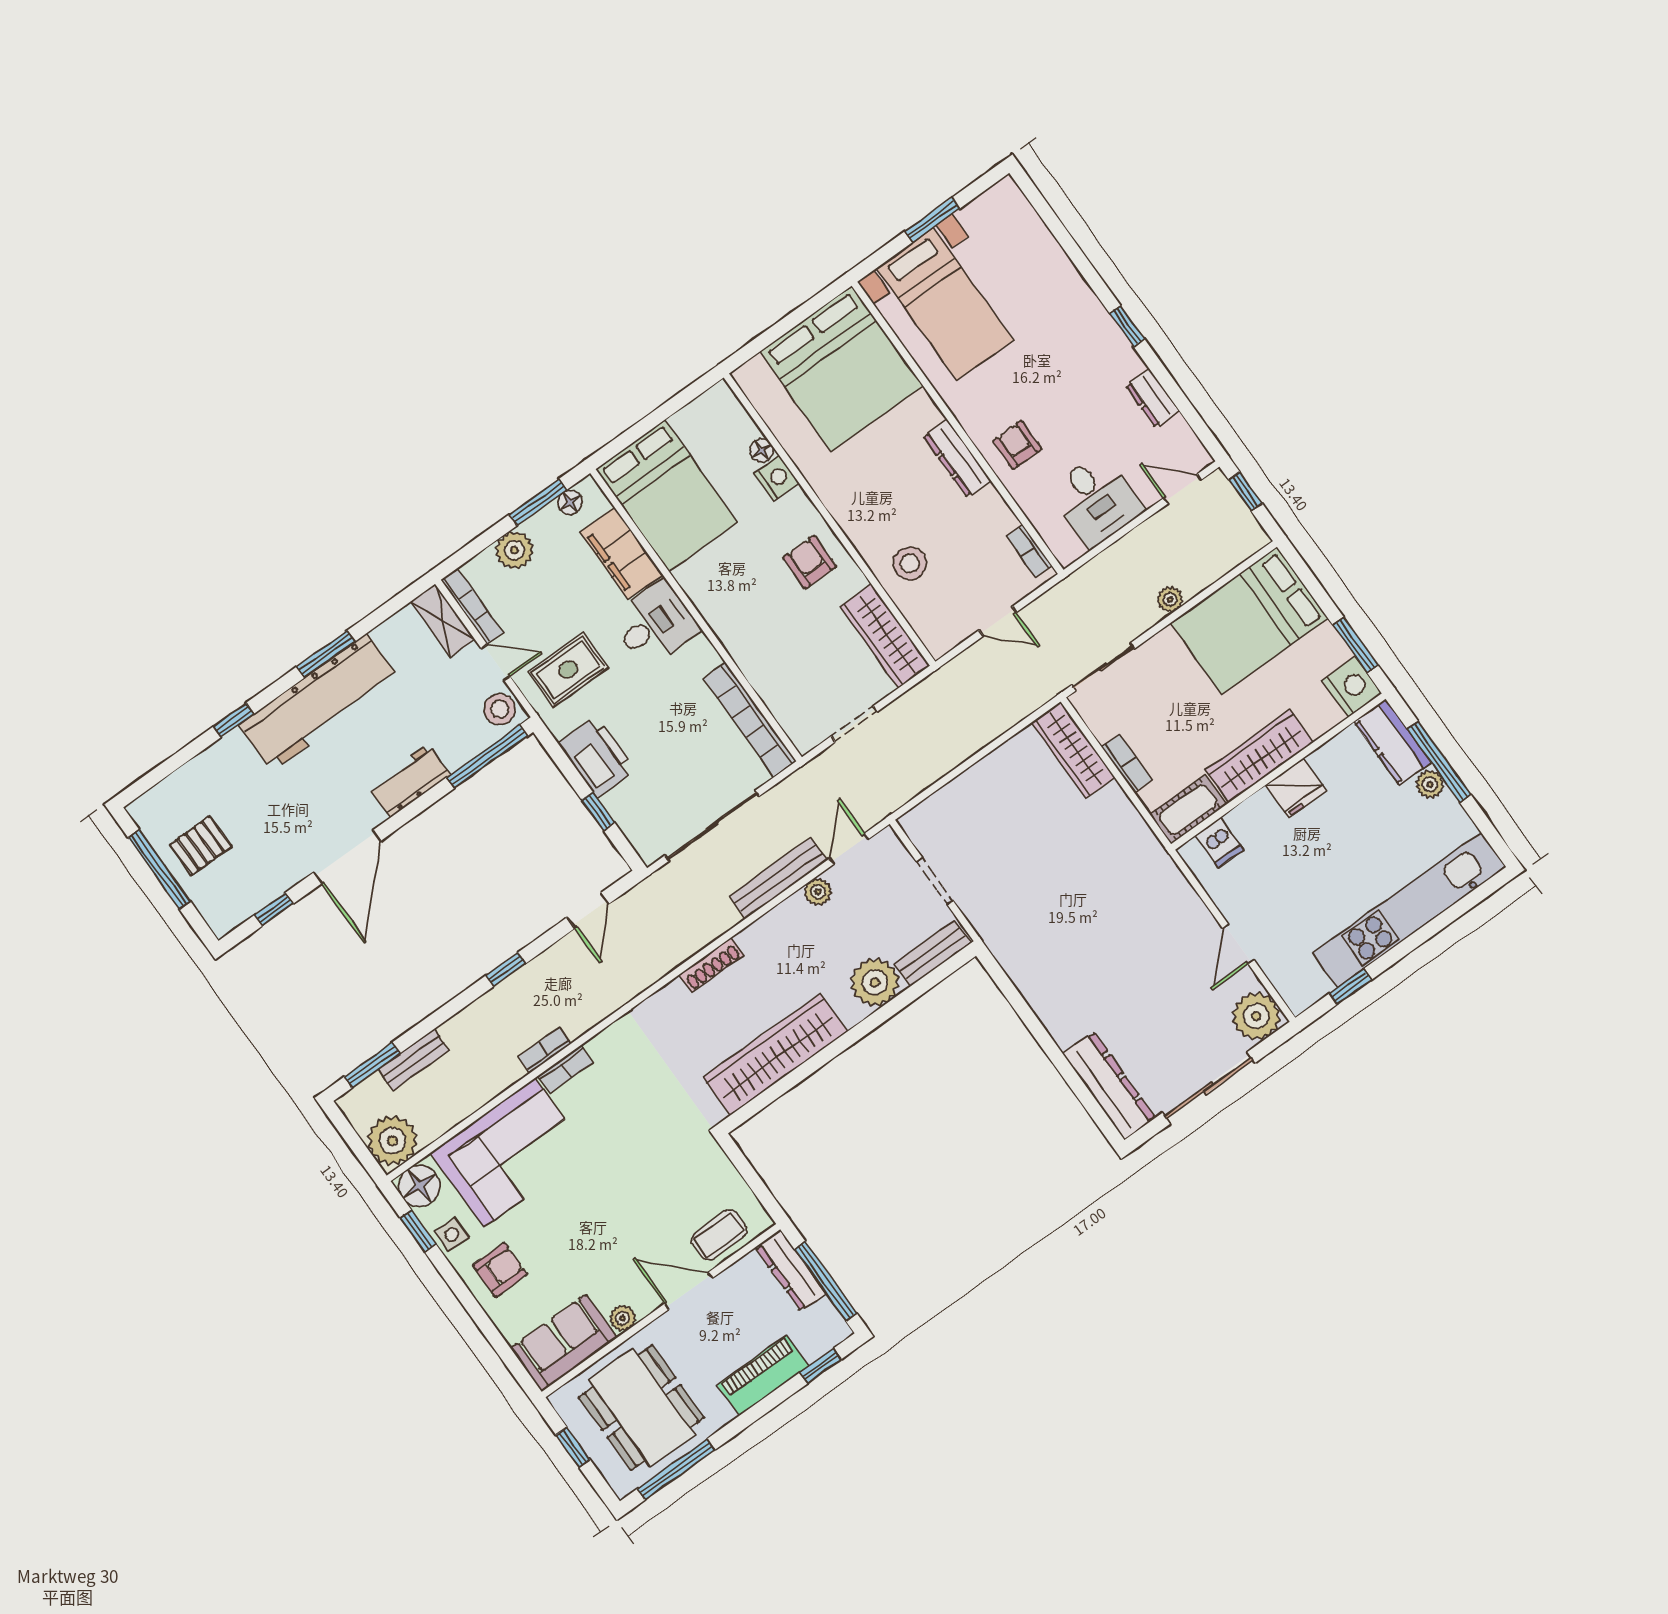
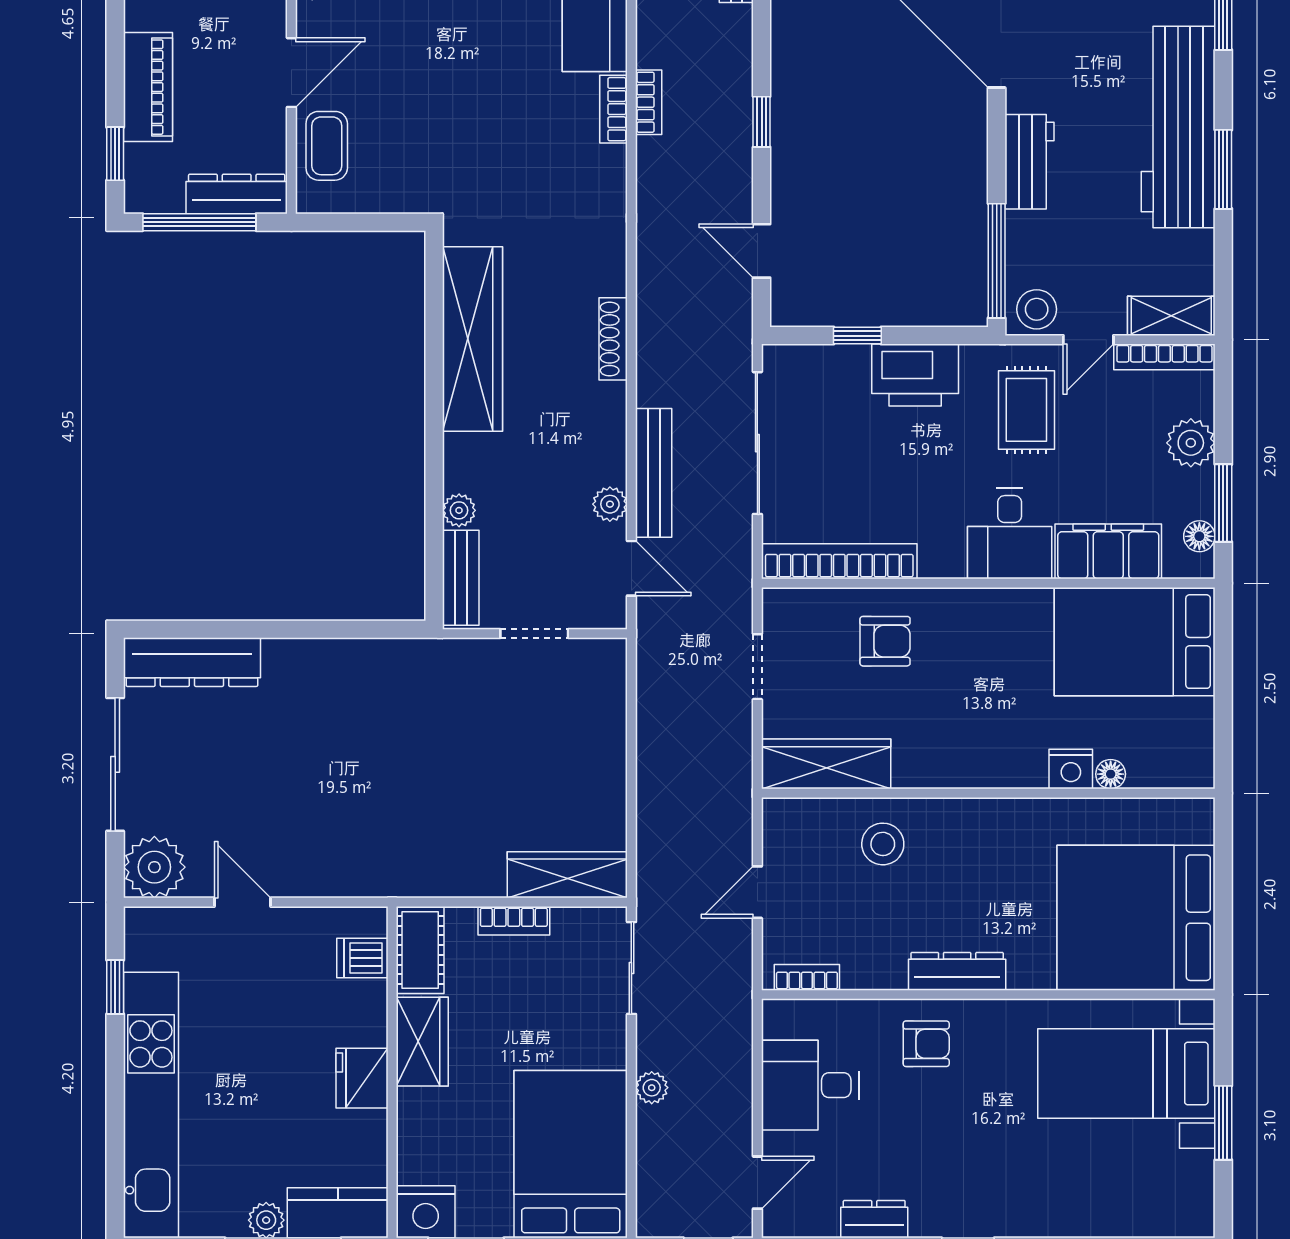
armchair: (810, 562) -> (885, 641), moved
wardrobe: (1259, 756) -> (422, 1042), width x0.67
plant: (875, 982) -> (459, 510), width x0.53, depth x0.53

